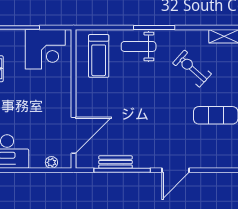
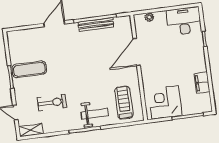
exercise bike: (192, 69) -> (52, 102), turned -42
door: (74, 135) -> (137, 52), moved
bench: (116, 162) -> (96, 25), width x1.36

